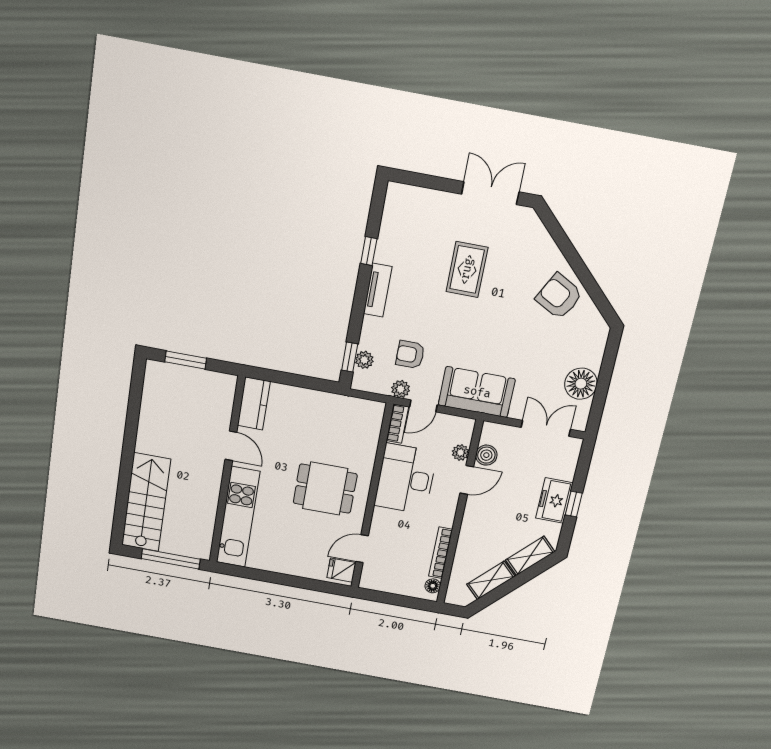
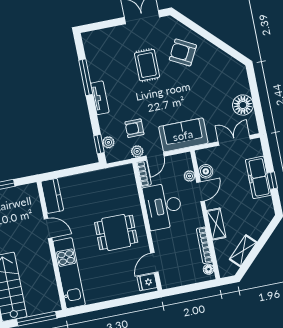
window: (369, 251) -> (86, 77), width x2.17
armchair: (559, 296) -> (183, 52), moved
freezer: (554, 501) -> (258, 177), width x1.40
shelving: (530, 556) -> (216, 224), moved, turned -45

